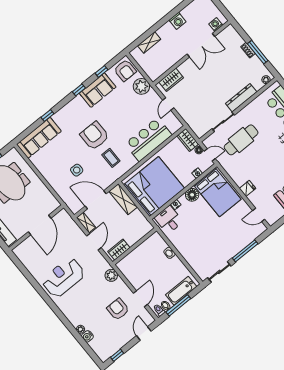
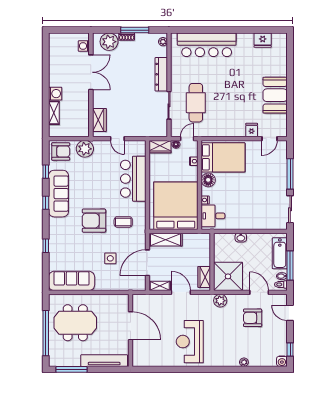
washing machine: (177, 21) -> (55, 94), moved
plant: (234, 40) -> (109, 42), added
sofa: (98, 90) -> (58, 194), width x1.36
sofa: (39, 138) -> (72, 281), moved, turned -90
fridge: (247, 188) -> (252, 130), moved
shower: (133, 267) -> (228, 276), added
water cooler: (87, 336) -> (282, 361), moved

